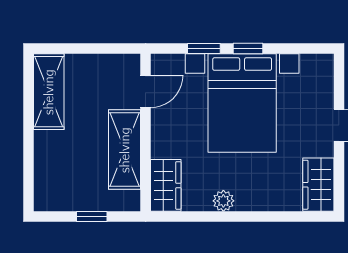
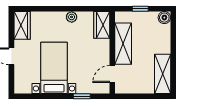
window: (248, 49) -> (59, 96), removed
bed with nightstands: (242, 103) -> (54, 68), width x0.73
boiler: (45, 200) -> (164, 18), added

